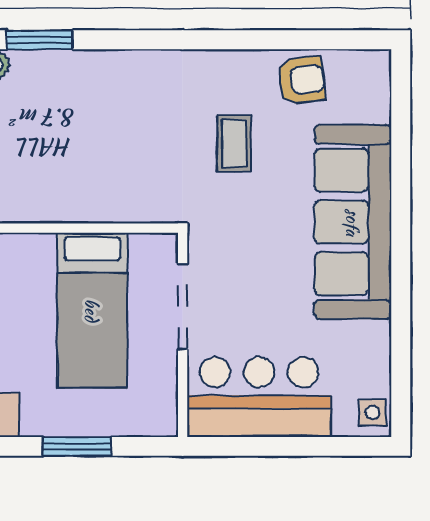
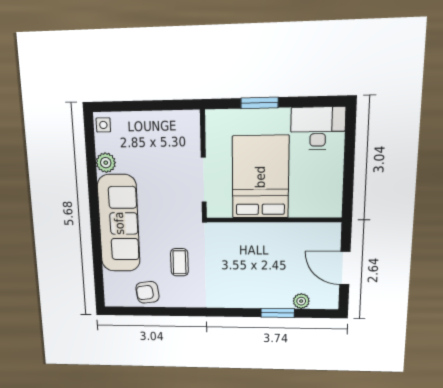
bed: (92, 310) -> (260, 177), width x1.50
plant: (372, 341) -> (106, 163), added
bar counter: (259, 397) -> (163, 132), removed

